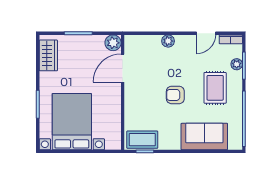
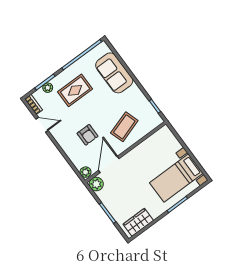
plant: (168, 41) -> (86, 172), moved
door: (123, 68) -> (109, 164), swing flipped
armchair: (175, 95) -> (88, 135), moved
bed with nightstands: (72, 122) -> (176, 178), width x0.73
coffee table: (142, 140) -> (124, 127), moved, turned 72

